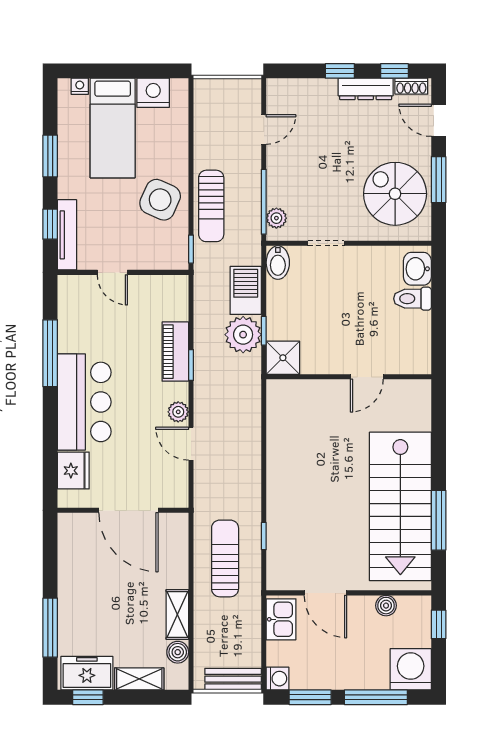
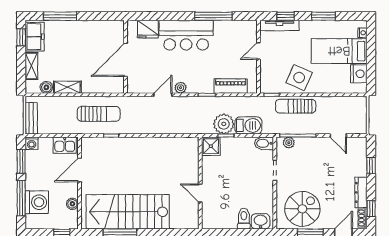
window: (340, 71) -> (371, 165), moved
piano: (175, 352) -> (231, 86), moved
washing machine: (411, 669) -> (37, 202), moved

